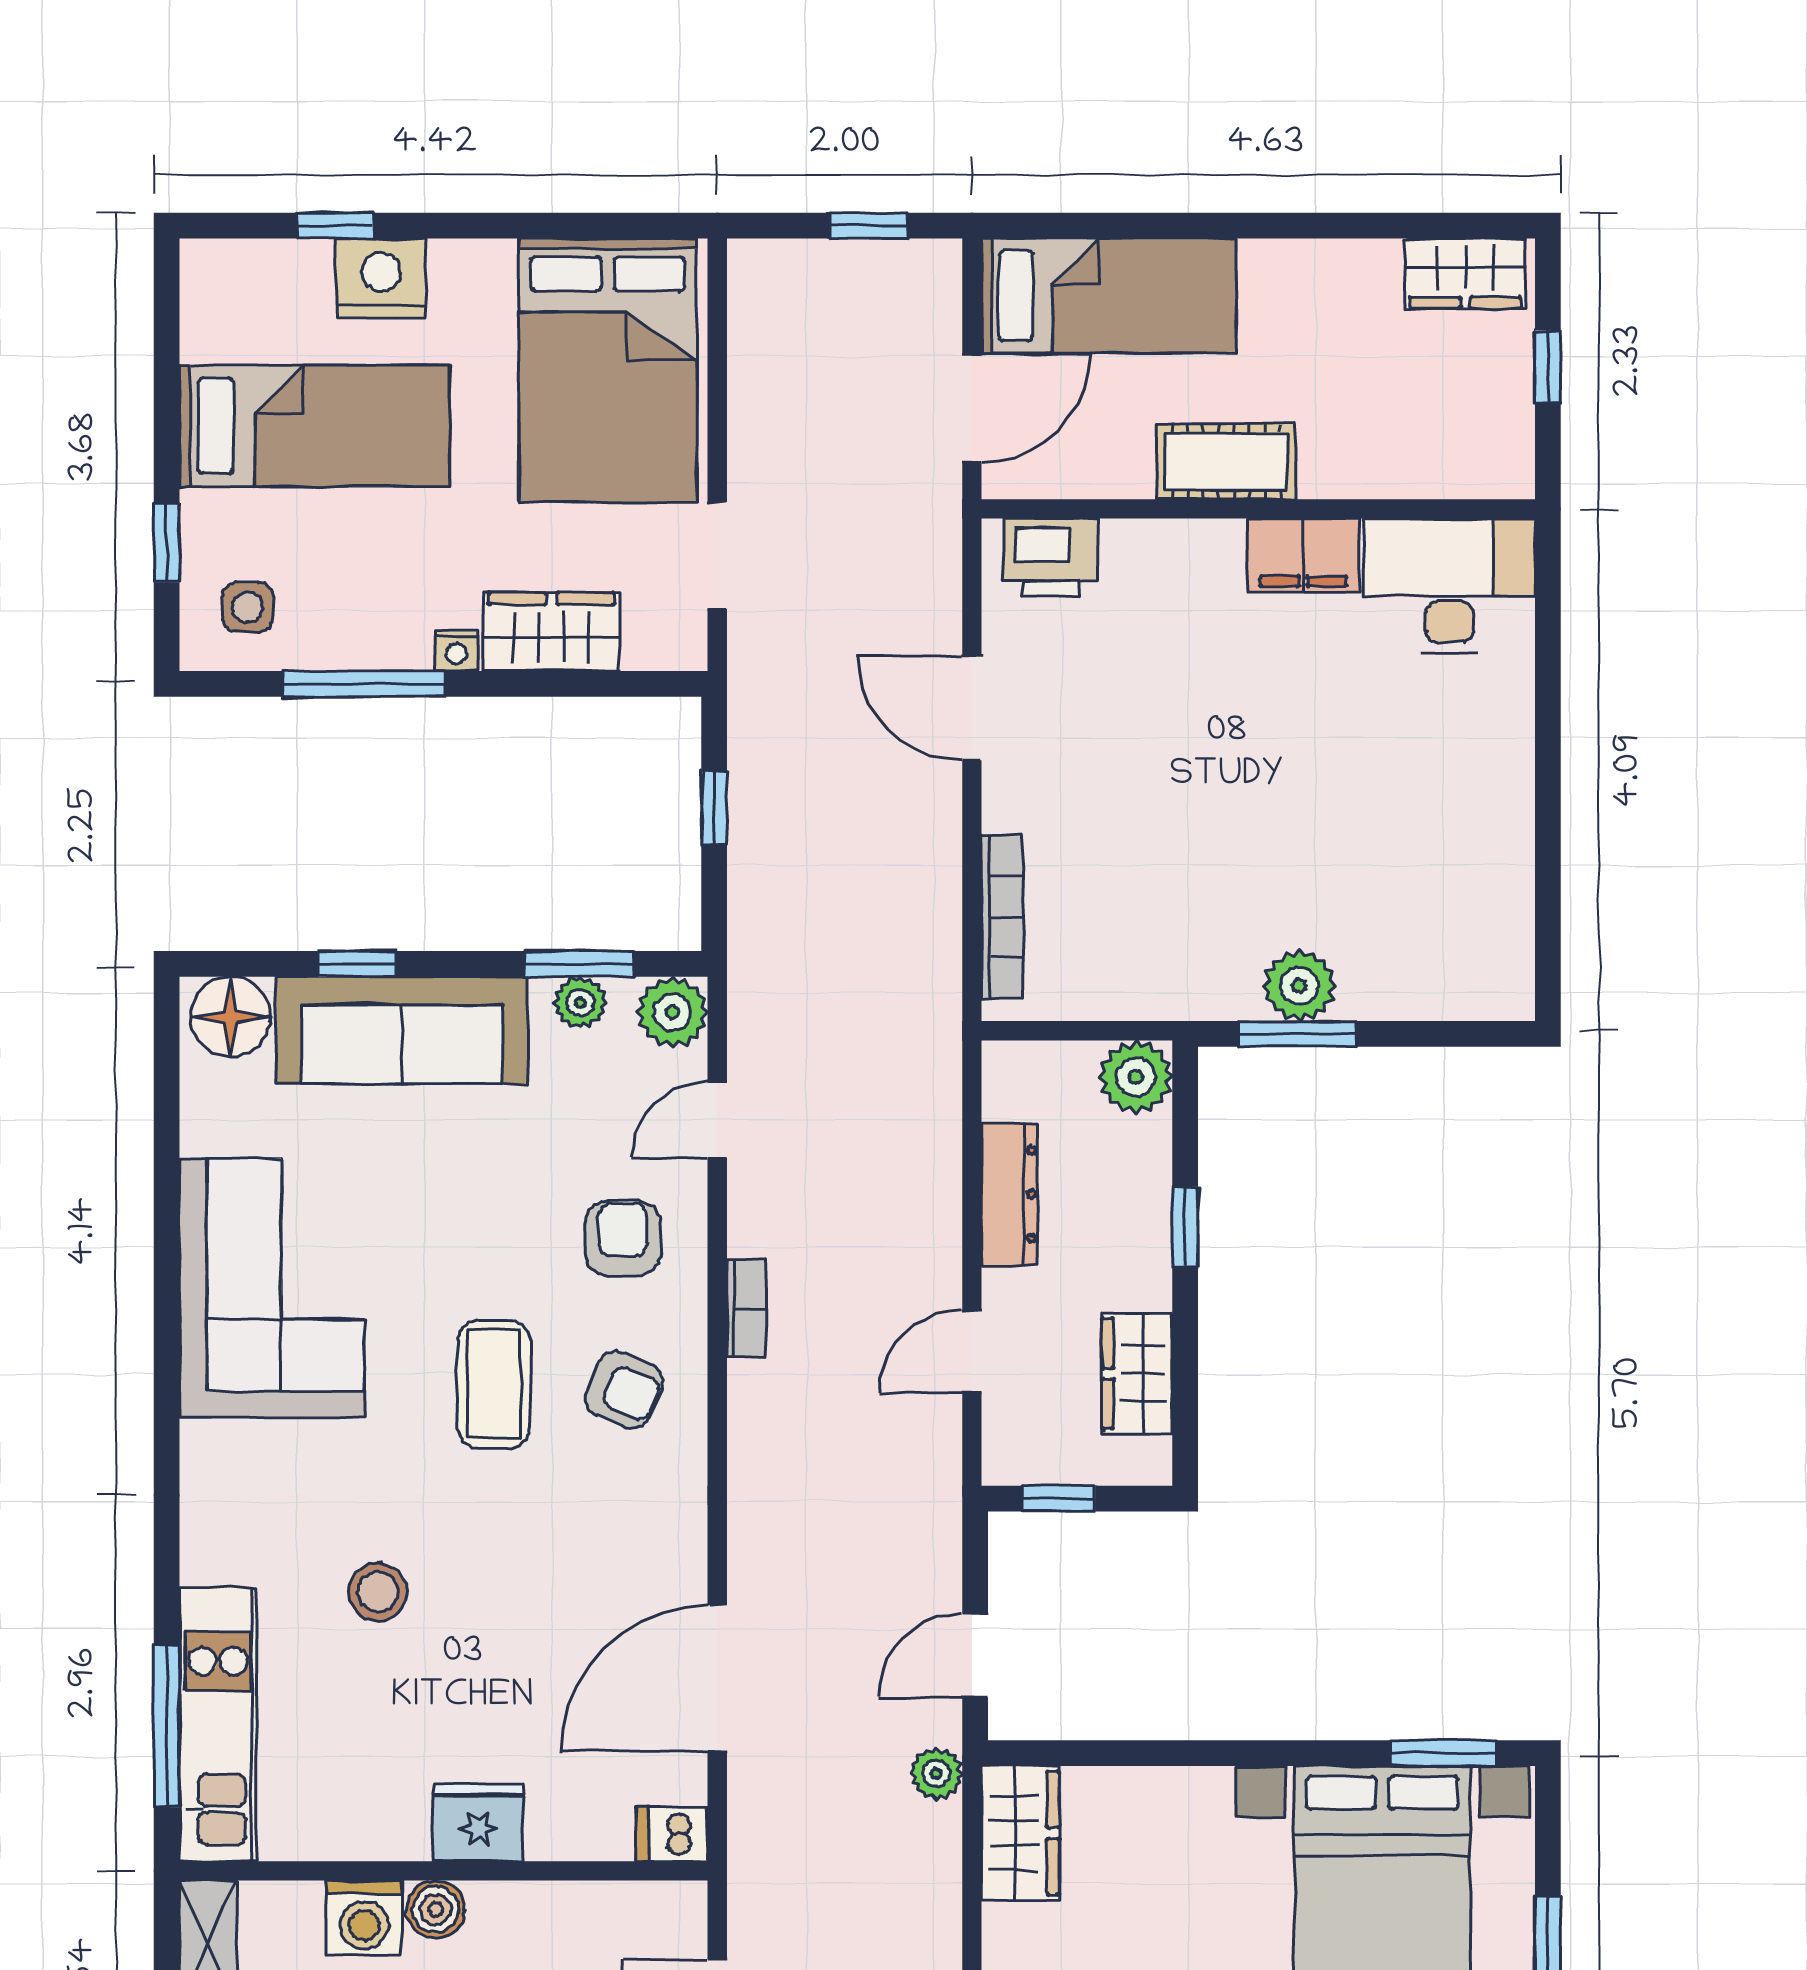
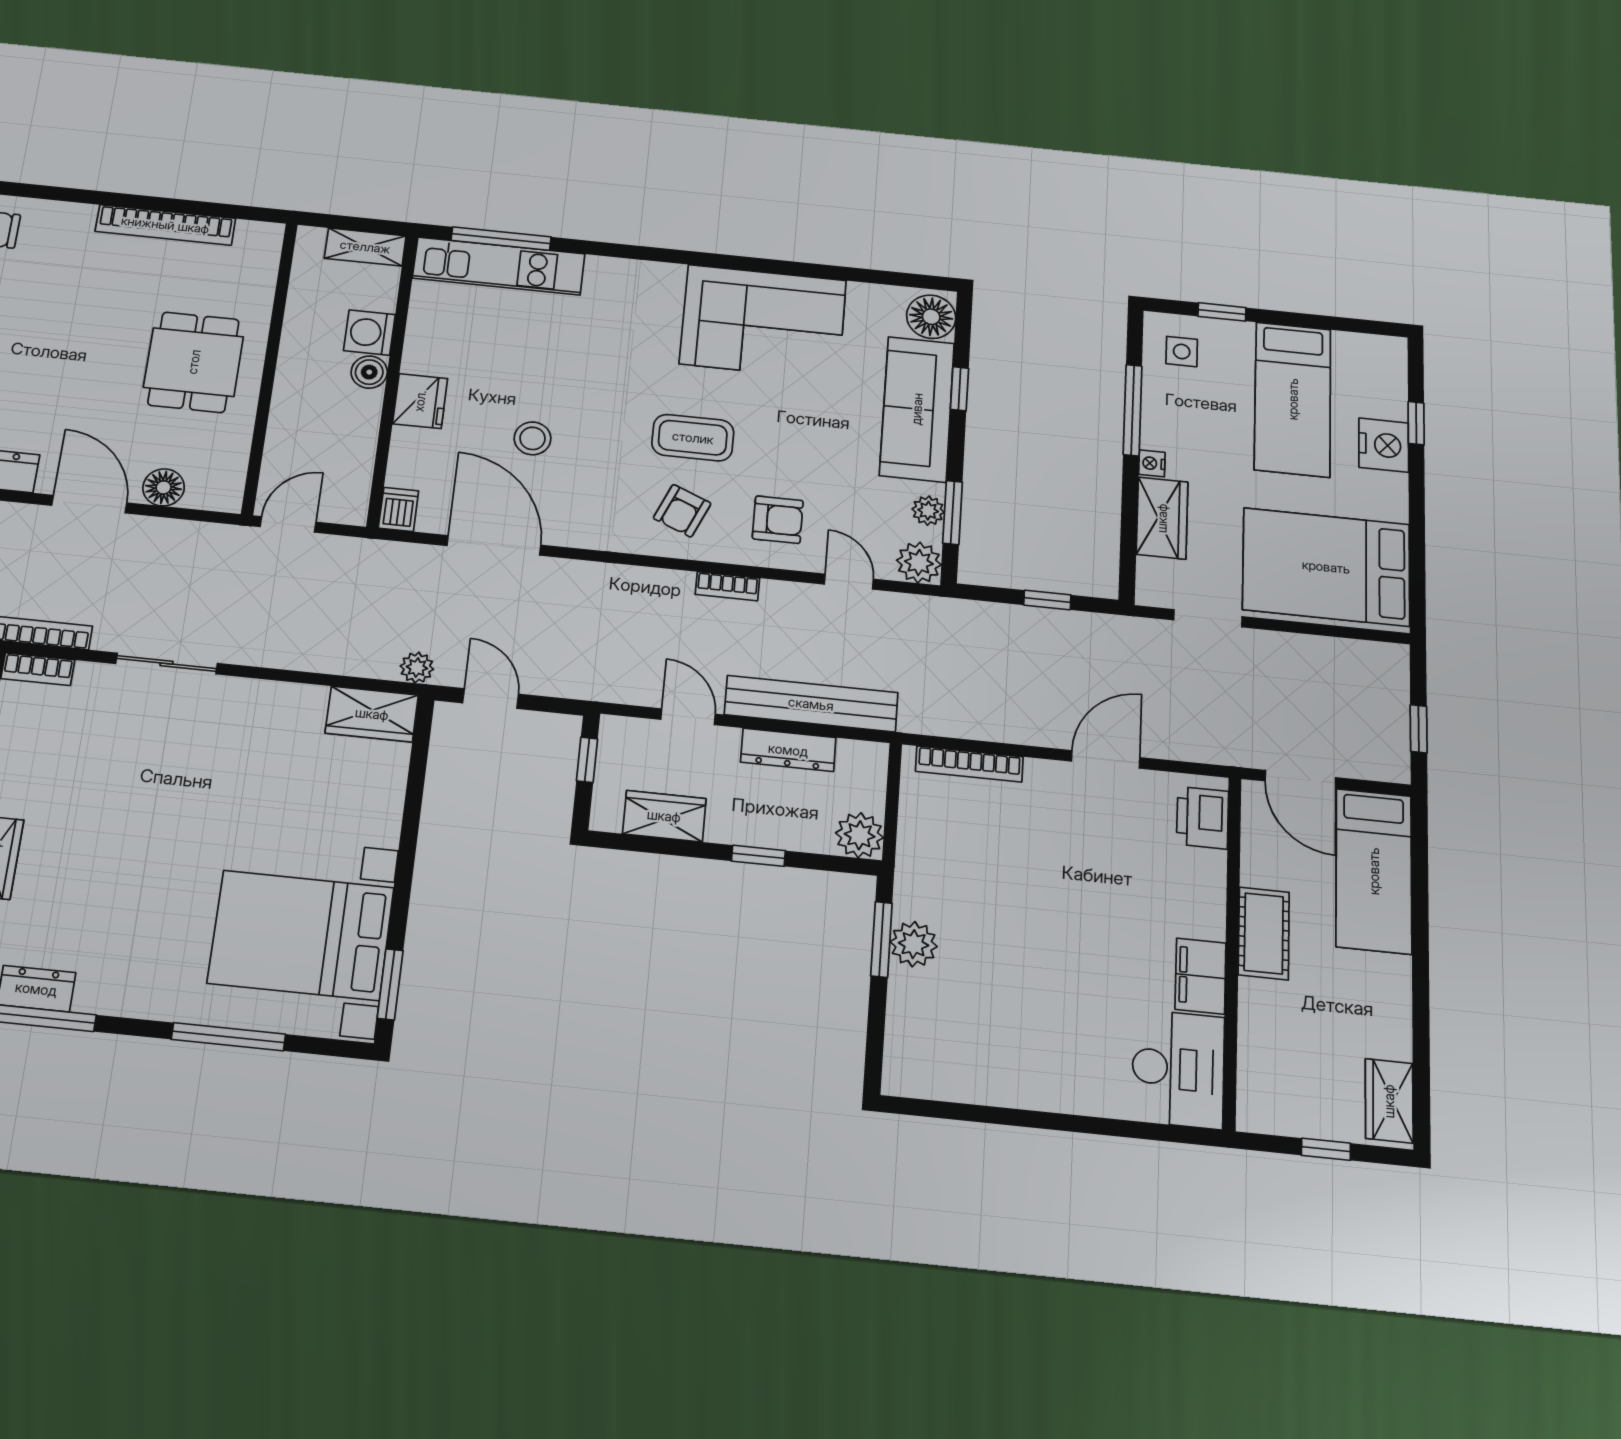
bench: (929, 1164) -> (811, 704), added
stool: (378, 1592) -> (533, 438), moved

